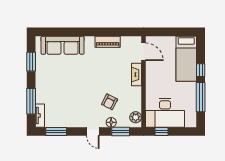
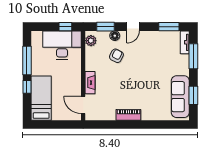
piano: (108, 42) -> (128, 115), moved
sofa: (63, 45) -> (180, 97), moved, turned -90
door: (93, 131) -> (133, 27), swing flipped

